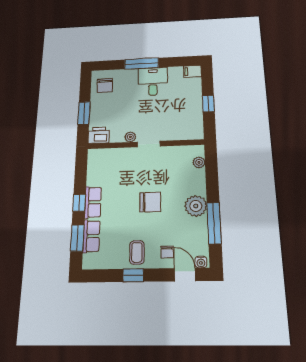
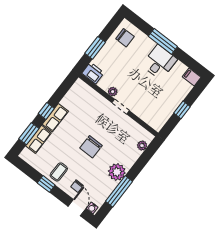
chair: (105, 85) -> (125, 38), turned -88
chair: (150, 202) -> (91, 147), turned 90

